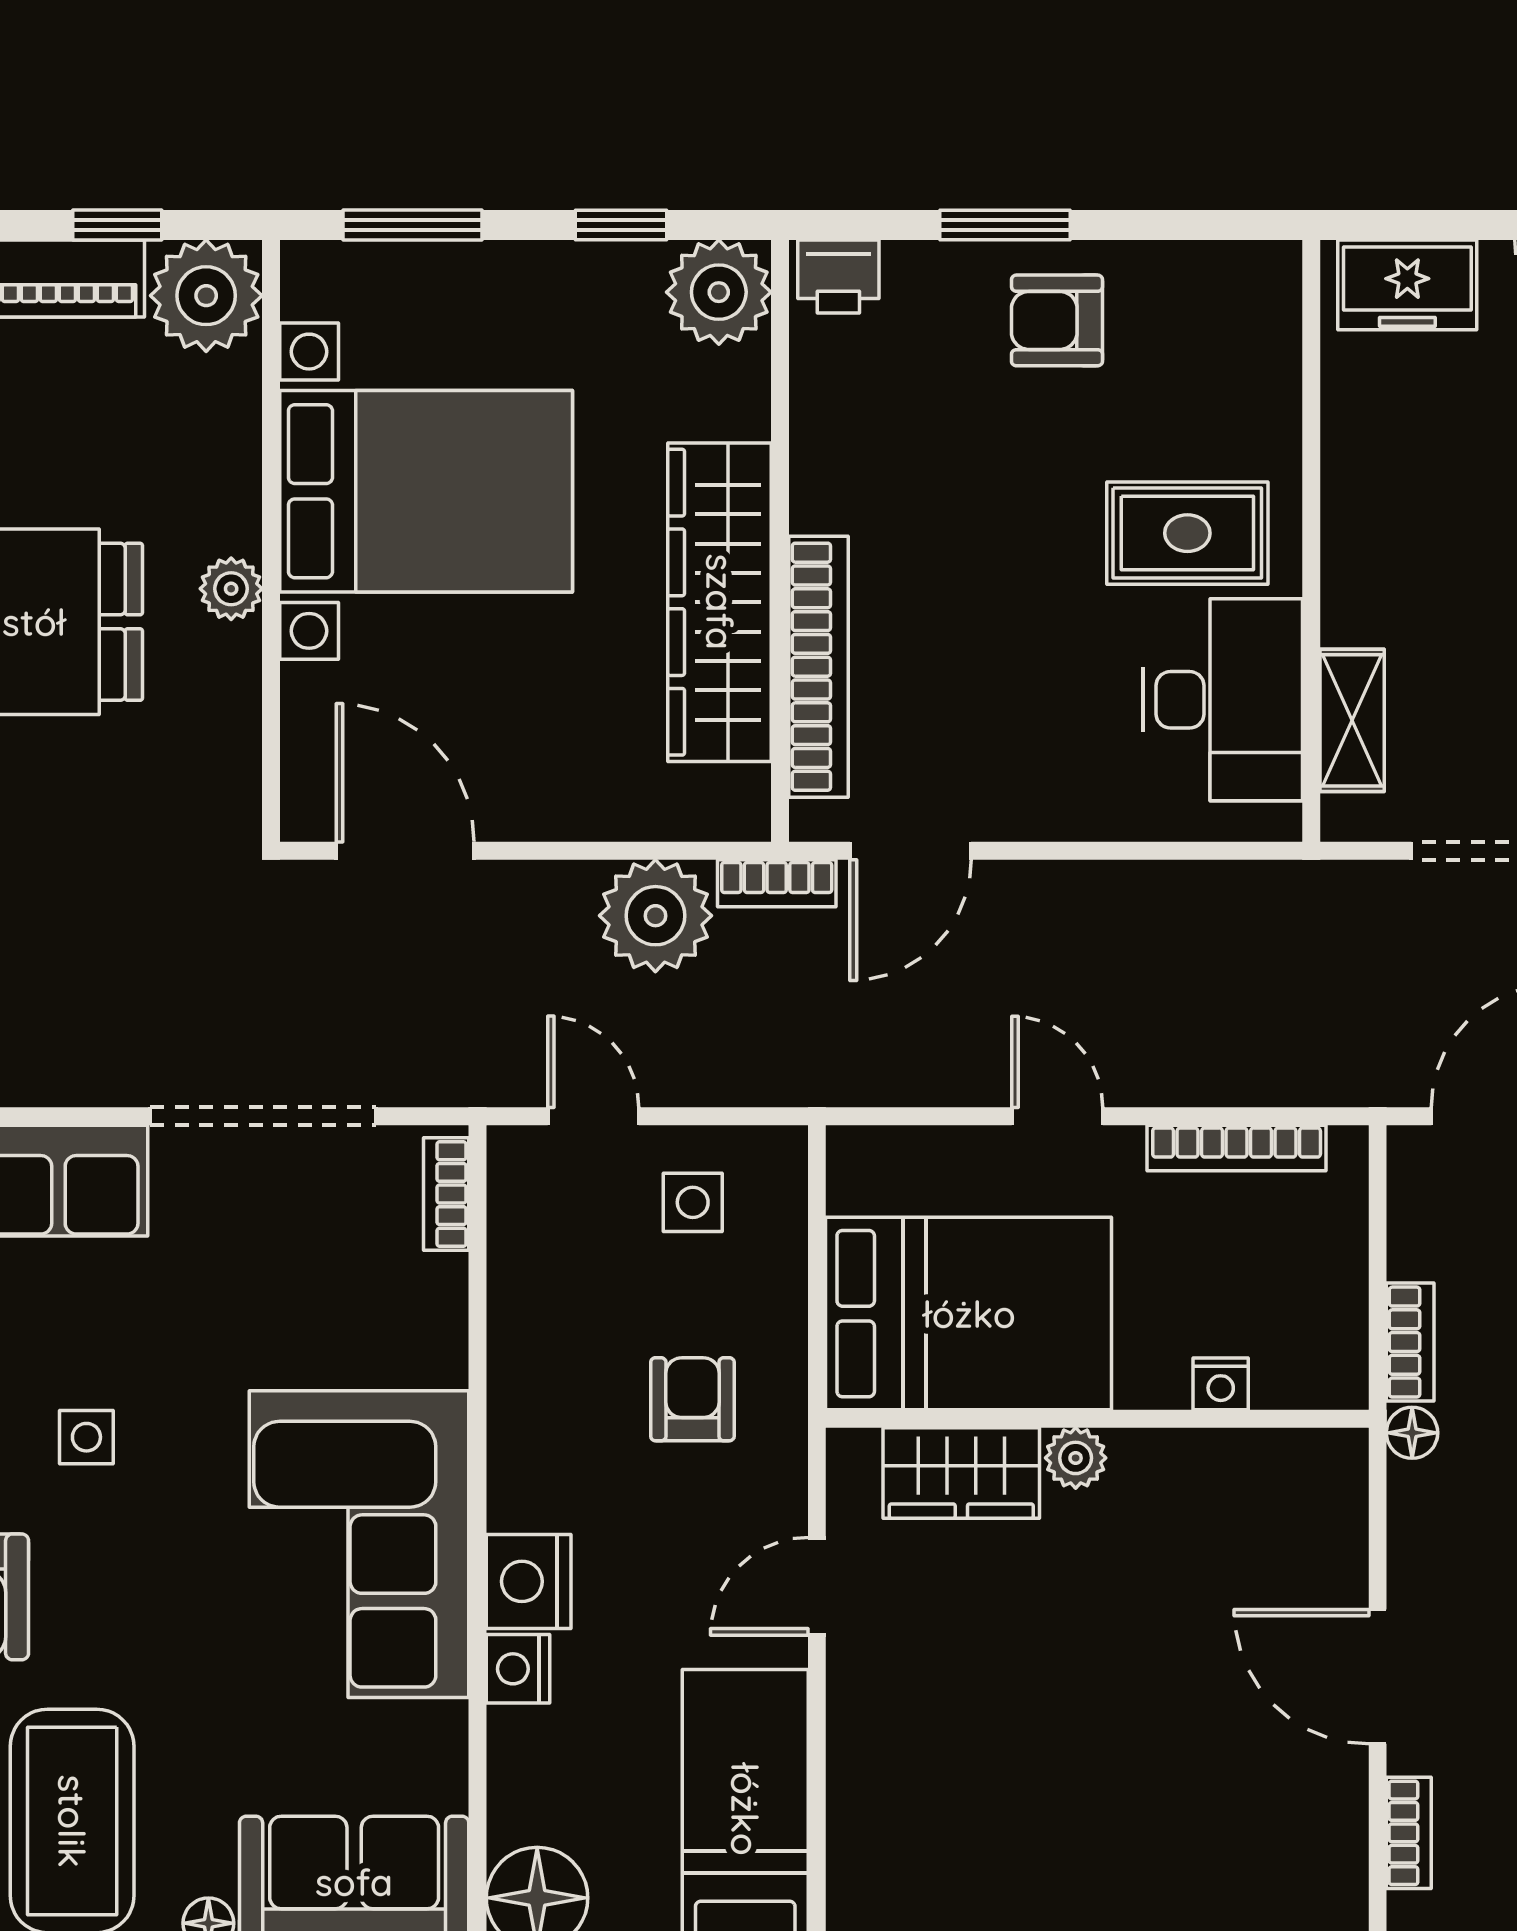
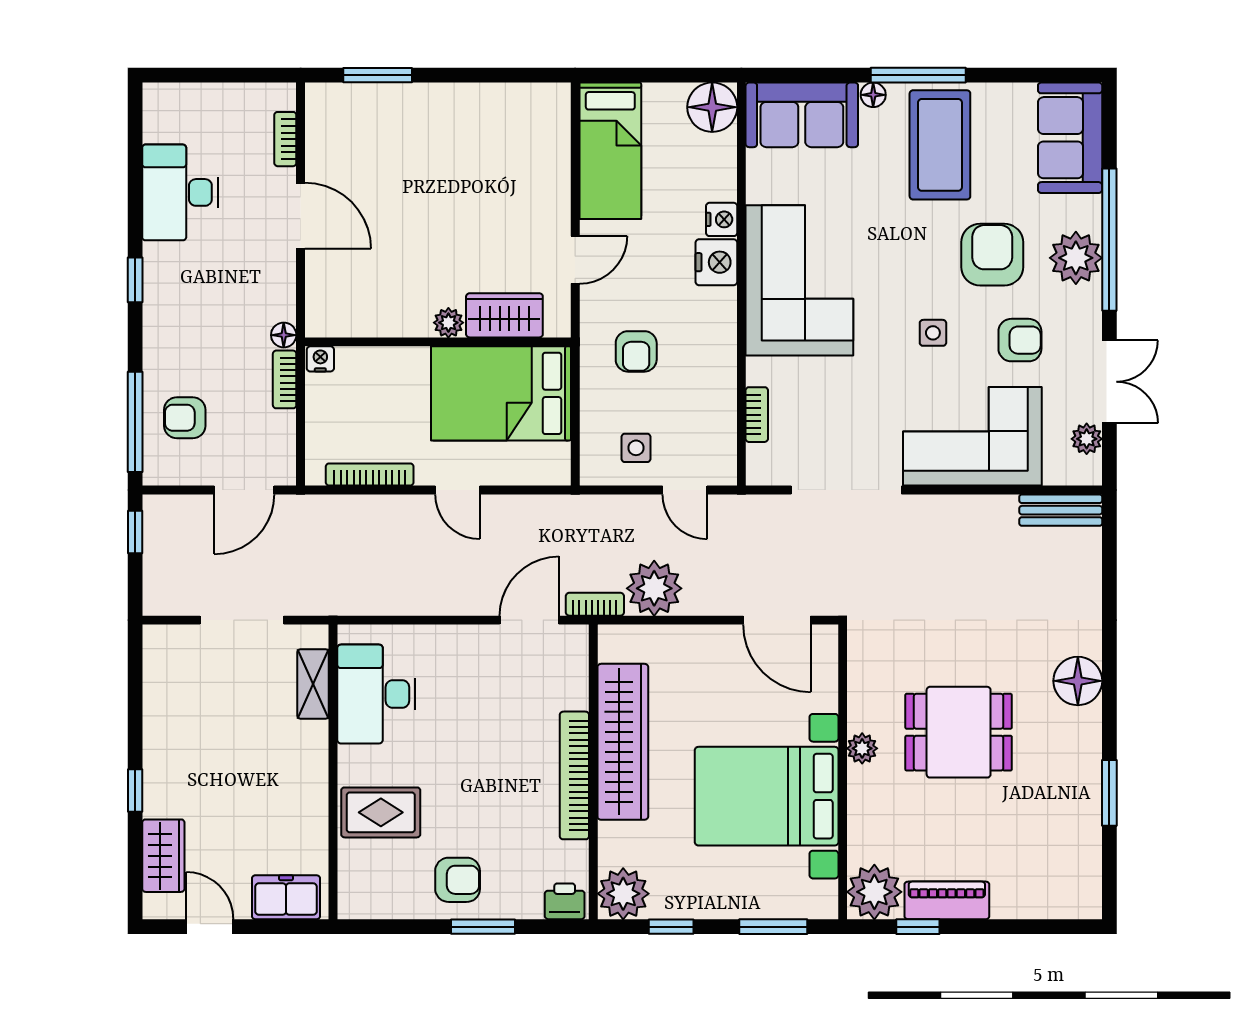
rug: (1187, 533) -> (381, 812), moved
bookcase: (819, 667) -> (574, 775), moved
bookcase: (446, 1194) -> (757, 415), moved
nightstand: (1221, 1384) -> (320, 359), moved

